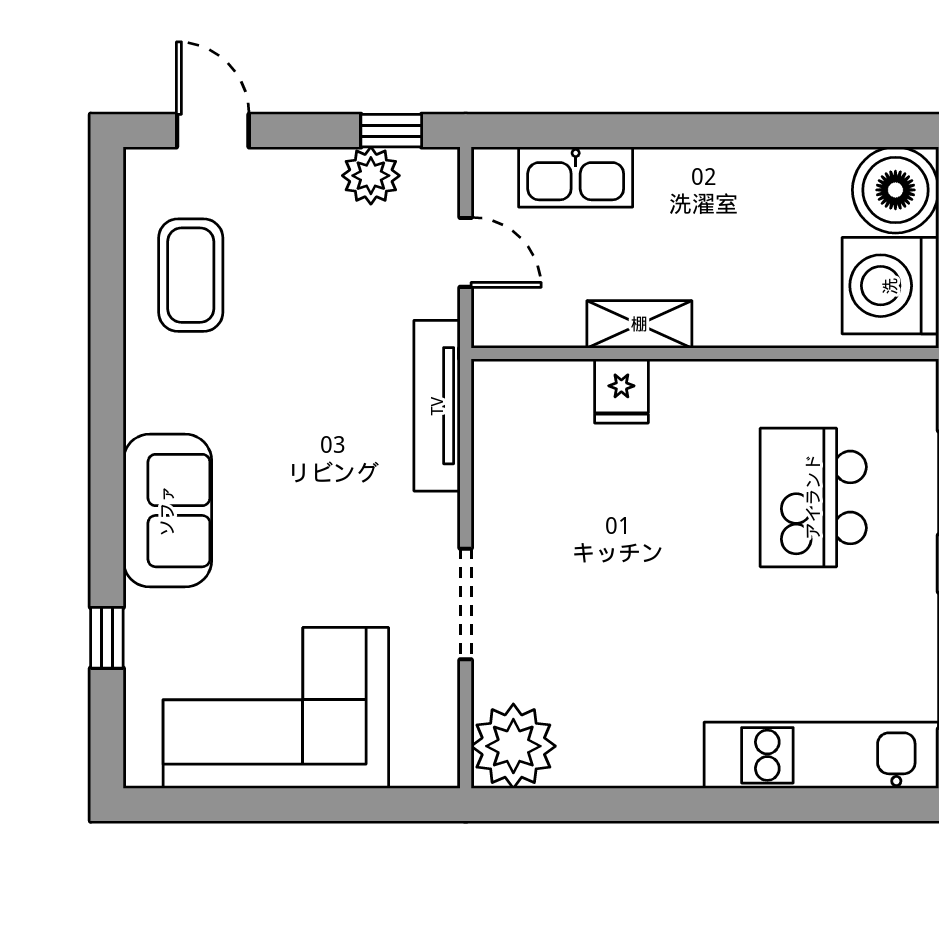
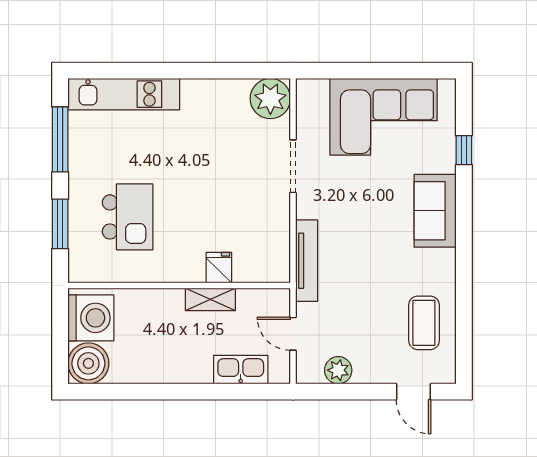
window: (391, 131) -> (329, 392), removed

